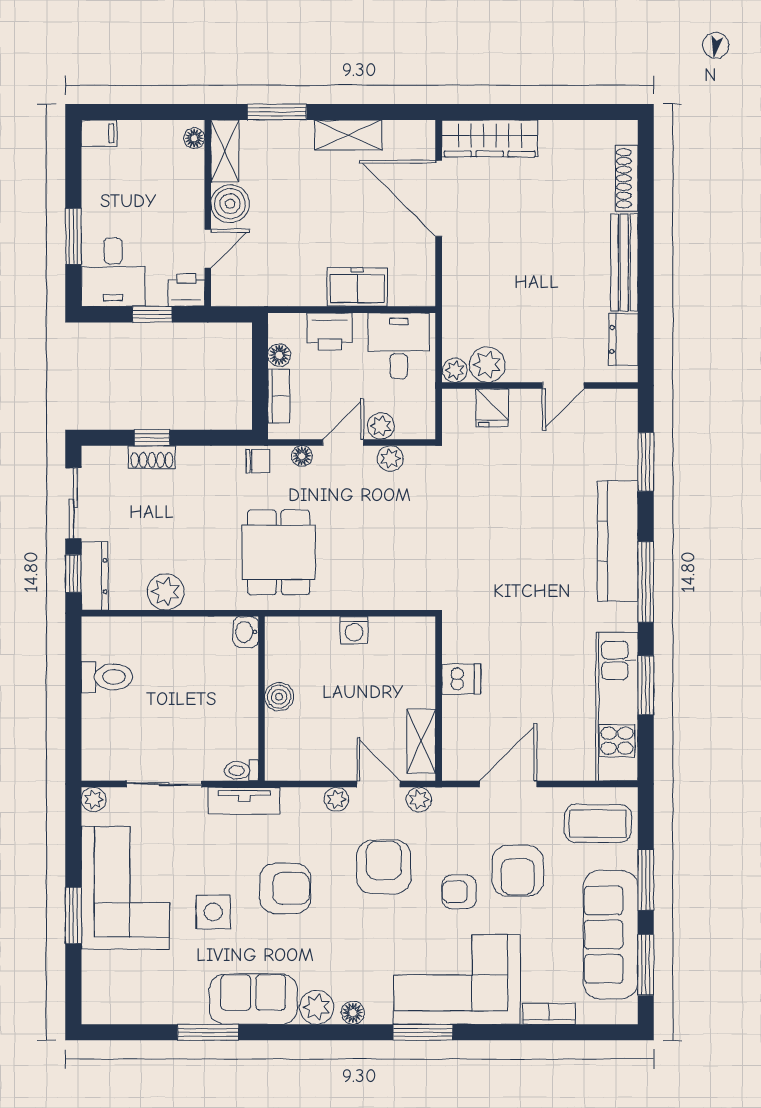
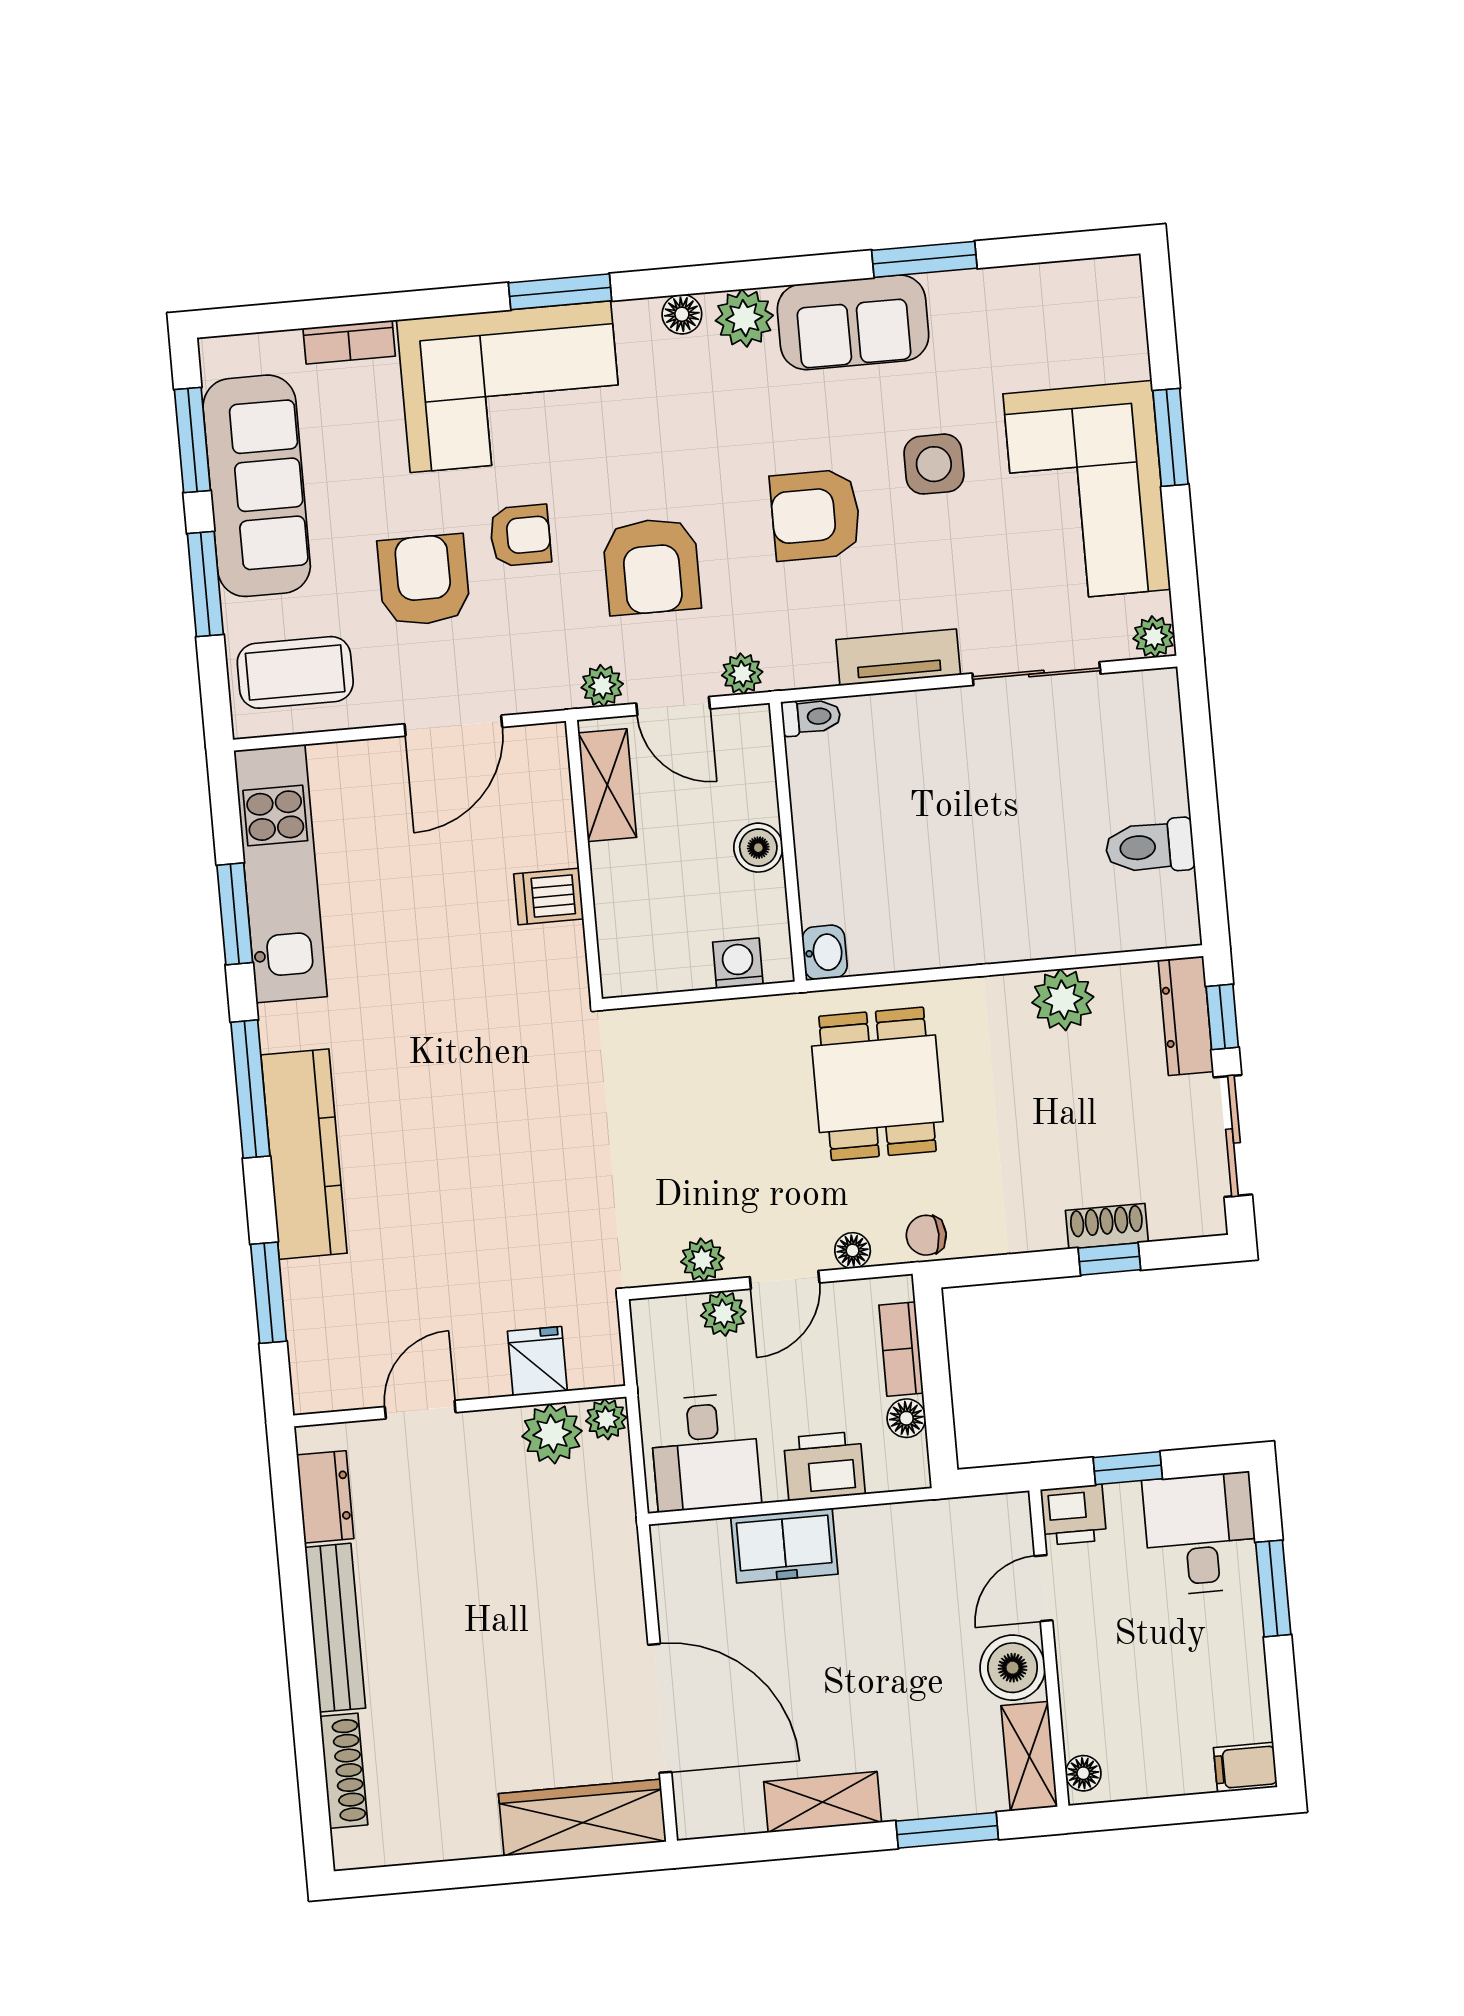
washbasin: (246, 632) -> (825, 952), moved
boiler: (279, 697) -> (758, 848), moved
wall: (262, 699) -> (788, 842), moved
toilet: (241, 770) -> (811, 717), moved

